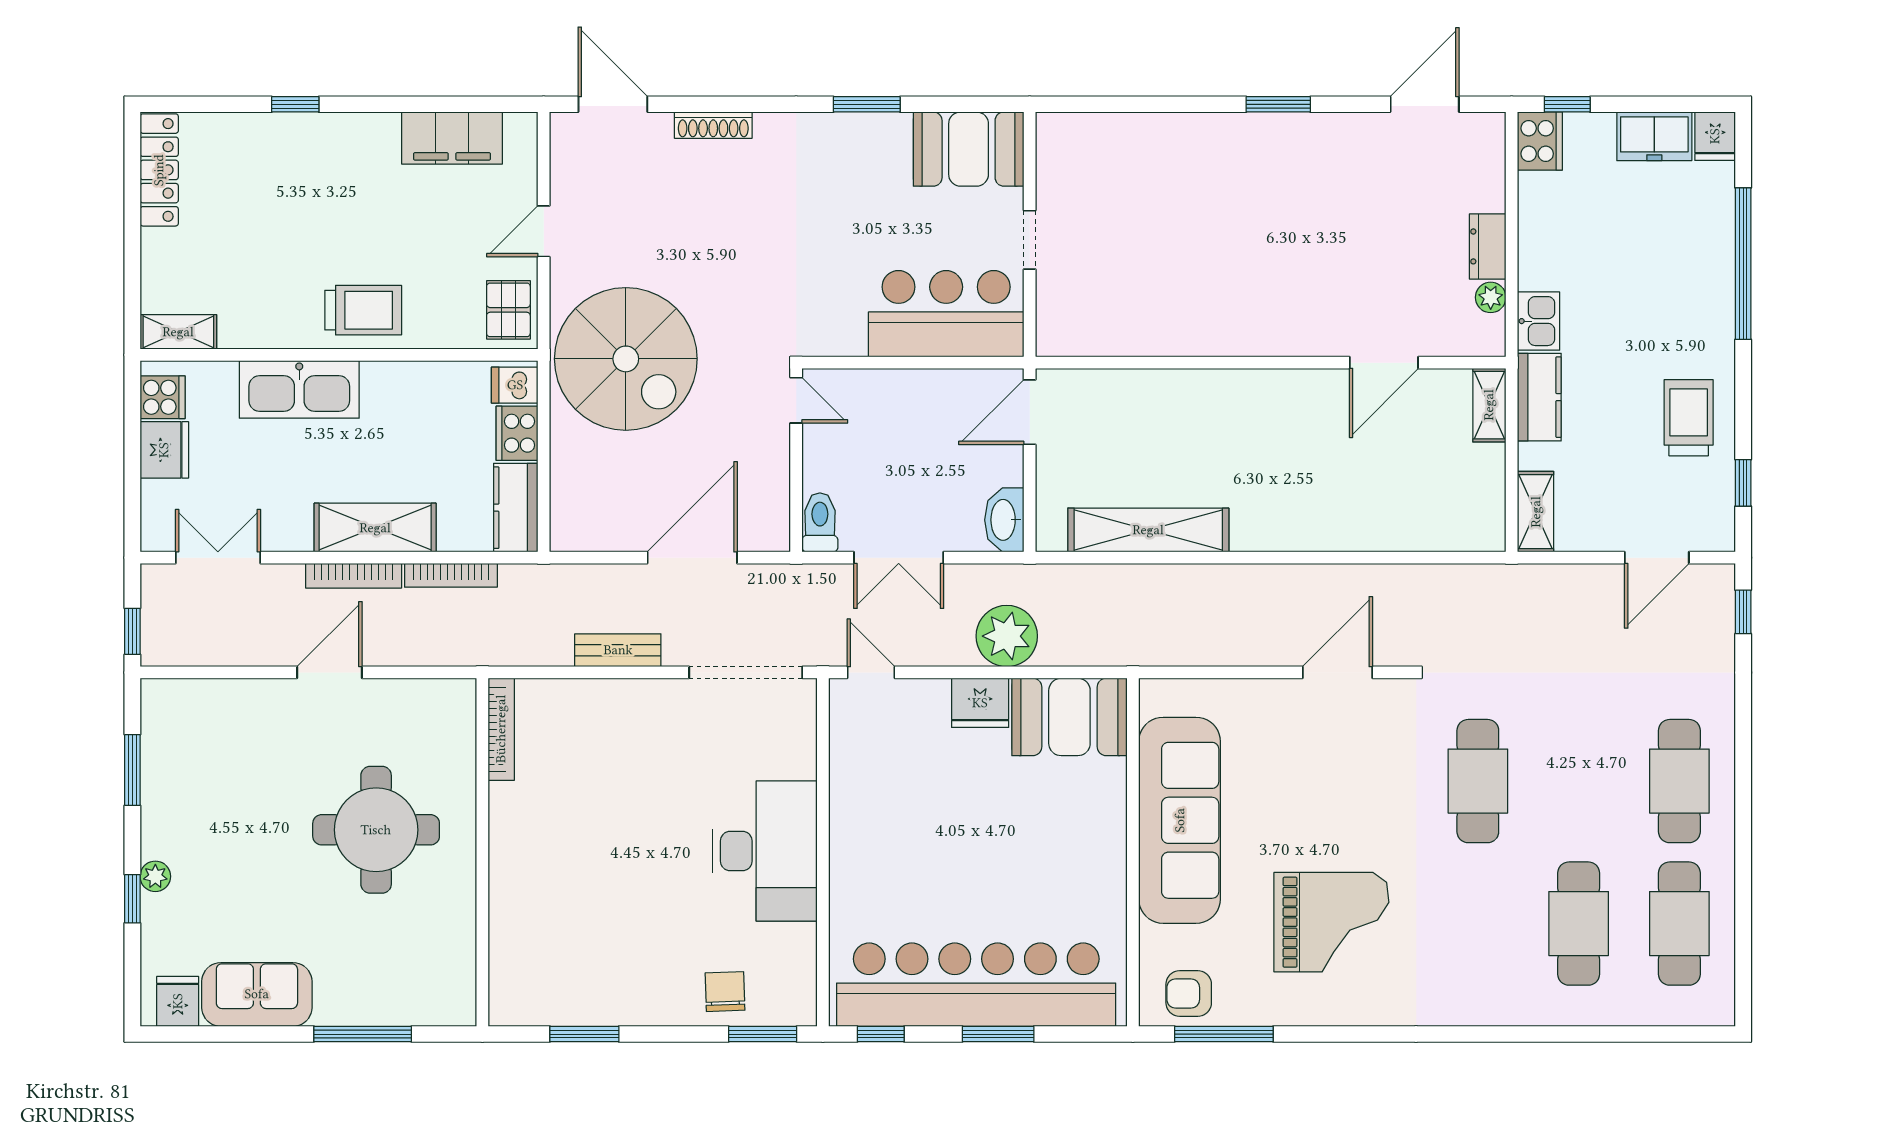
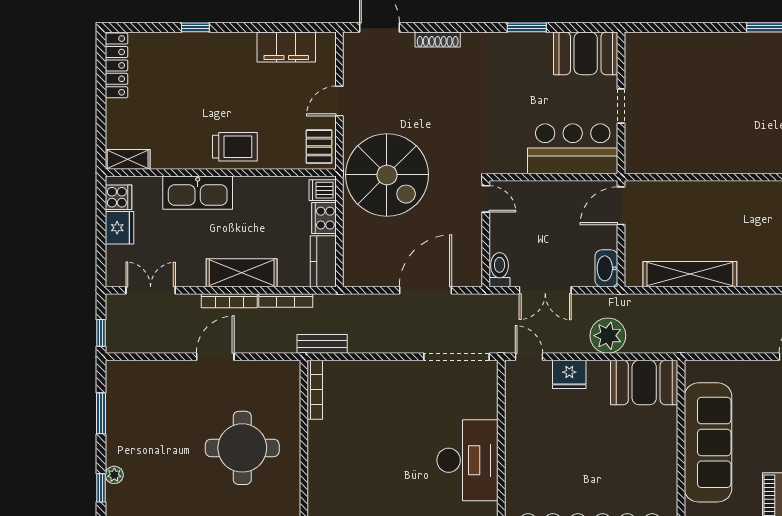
bench: (618, 650) -> (322, 344), moved
fridge: (980, 703) -> (569, 374), moved

